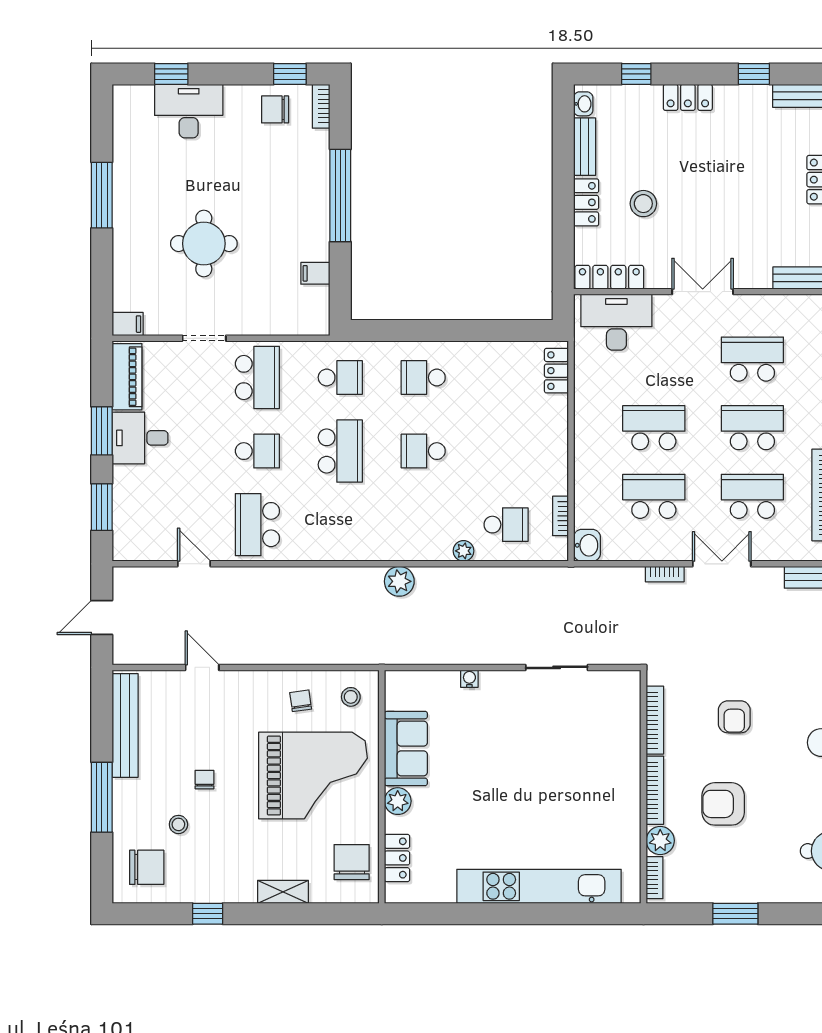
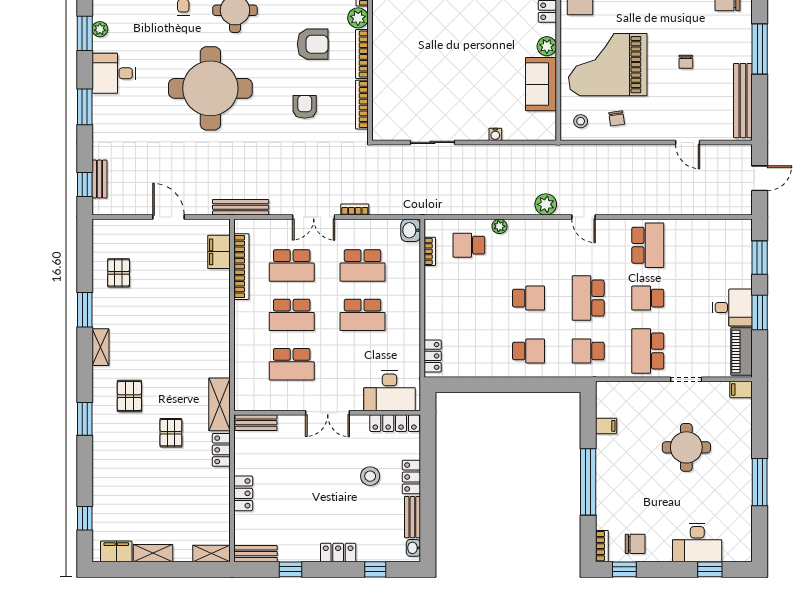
door: (194, 564) -> (584, 217), moved
stool: (178, 824) -> (705, 29), removed

